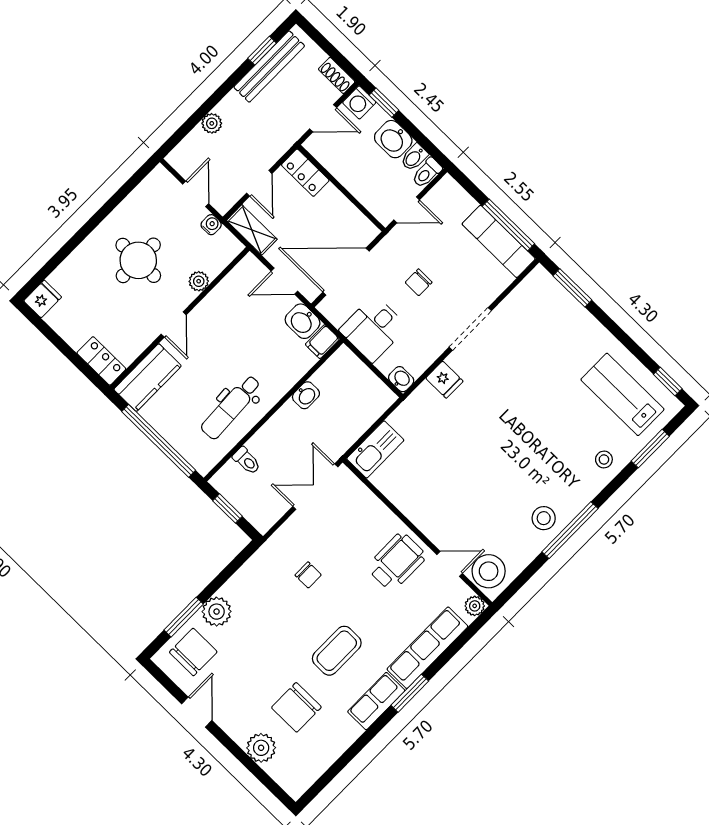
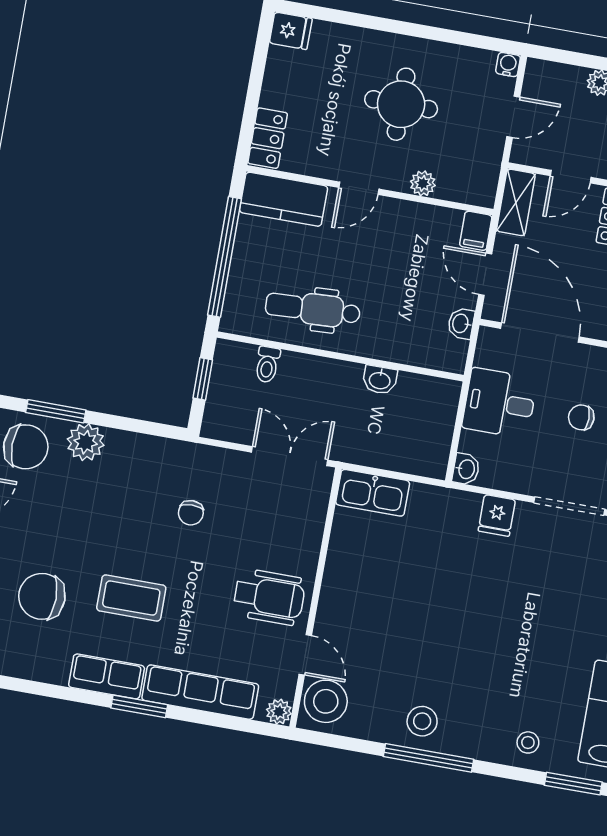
water cooler: (211, 225) -> (508, 64), moved, turned -90
washbasin: (303, 321) -> (461, 323), width x0.72, depth x0.69
filing cabinet: (322, 342) -> (476, 231), moved, turned -90

